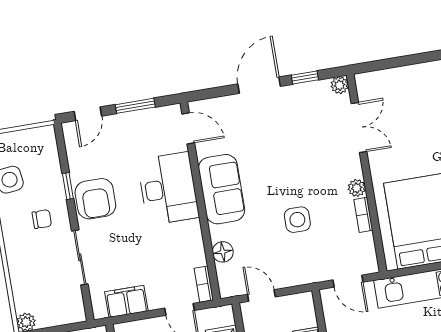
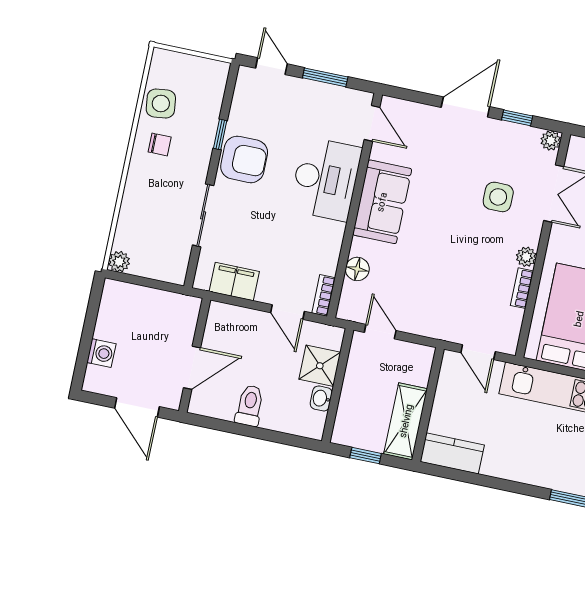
door: (88, 114) -> (271, 66), swing flipped
armchair: (95, 199) -> (244, 159), turned -90
chair: (42, 219) -> (160, 145), moved
side table: (297, 220) -> (498, 197), moved

